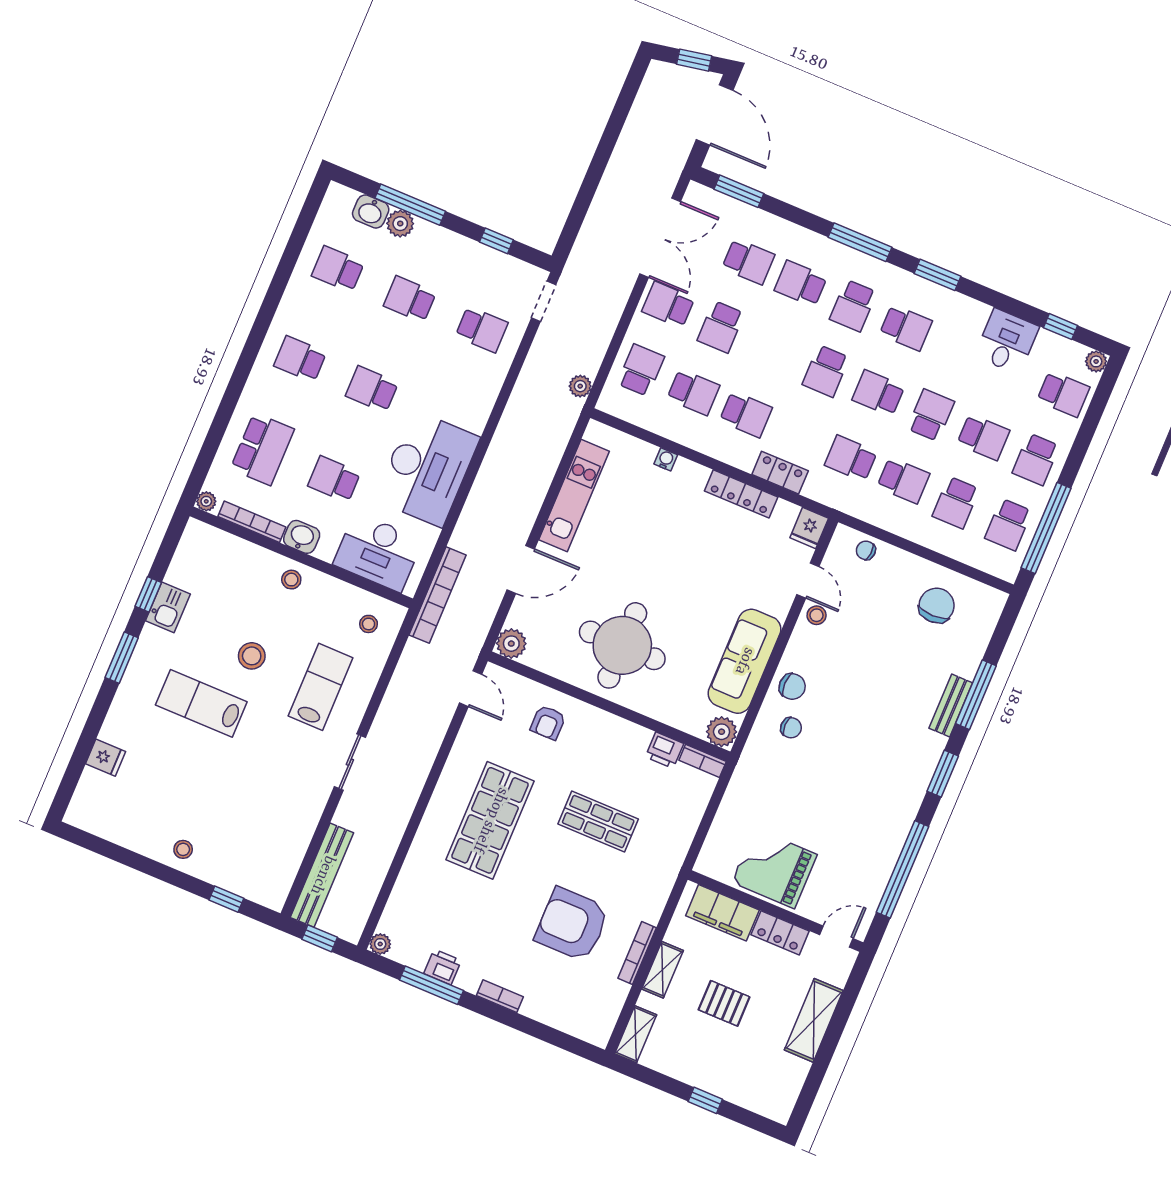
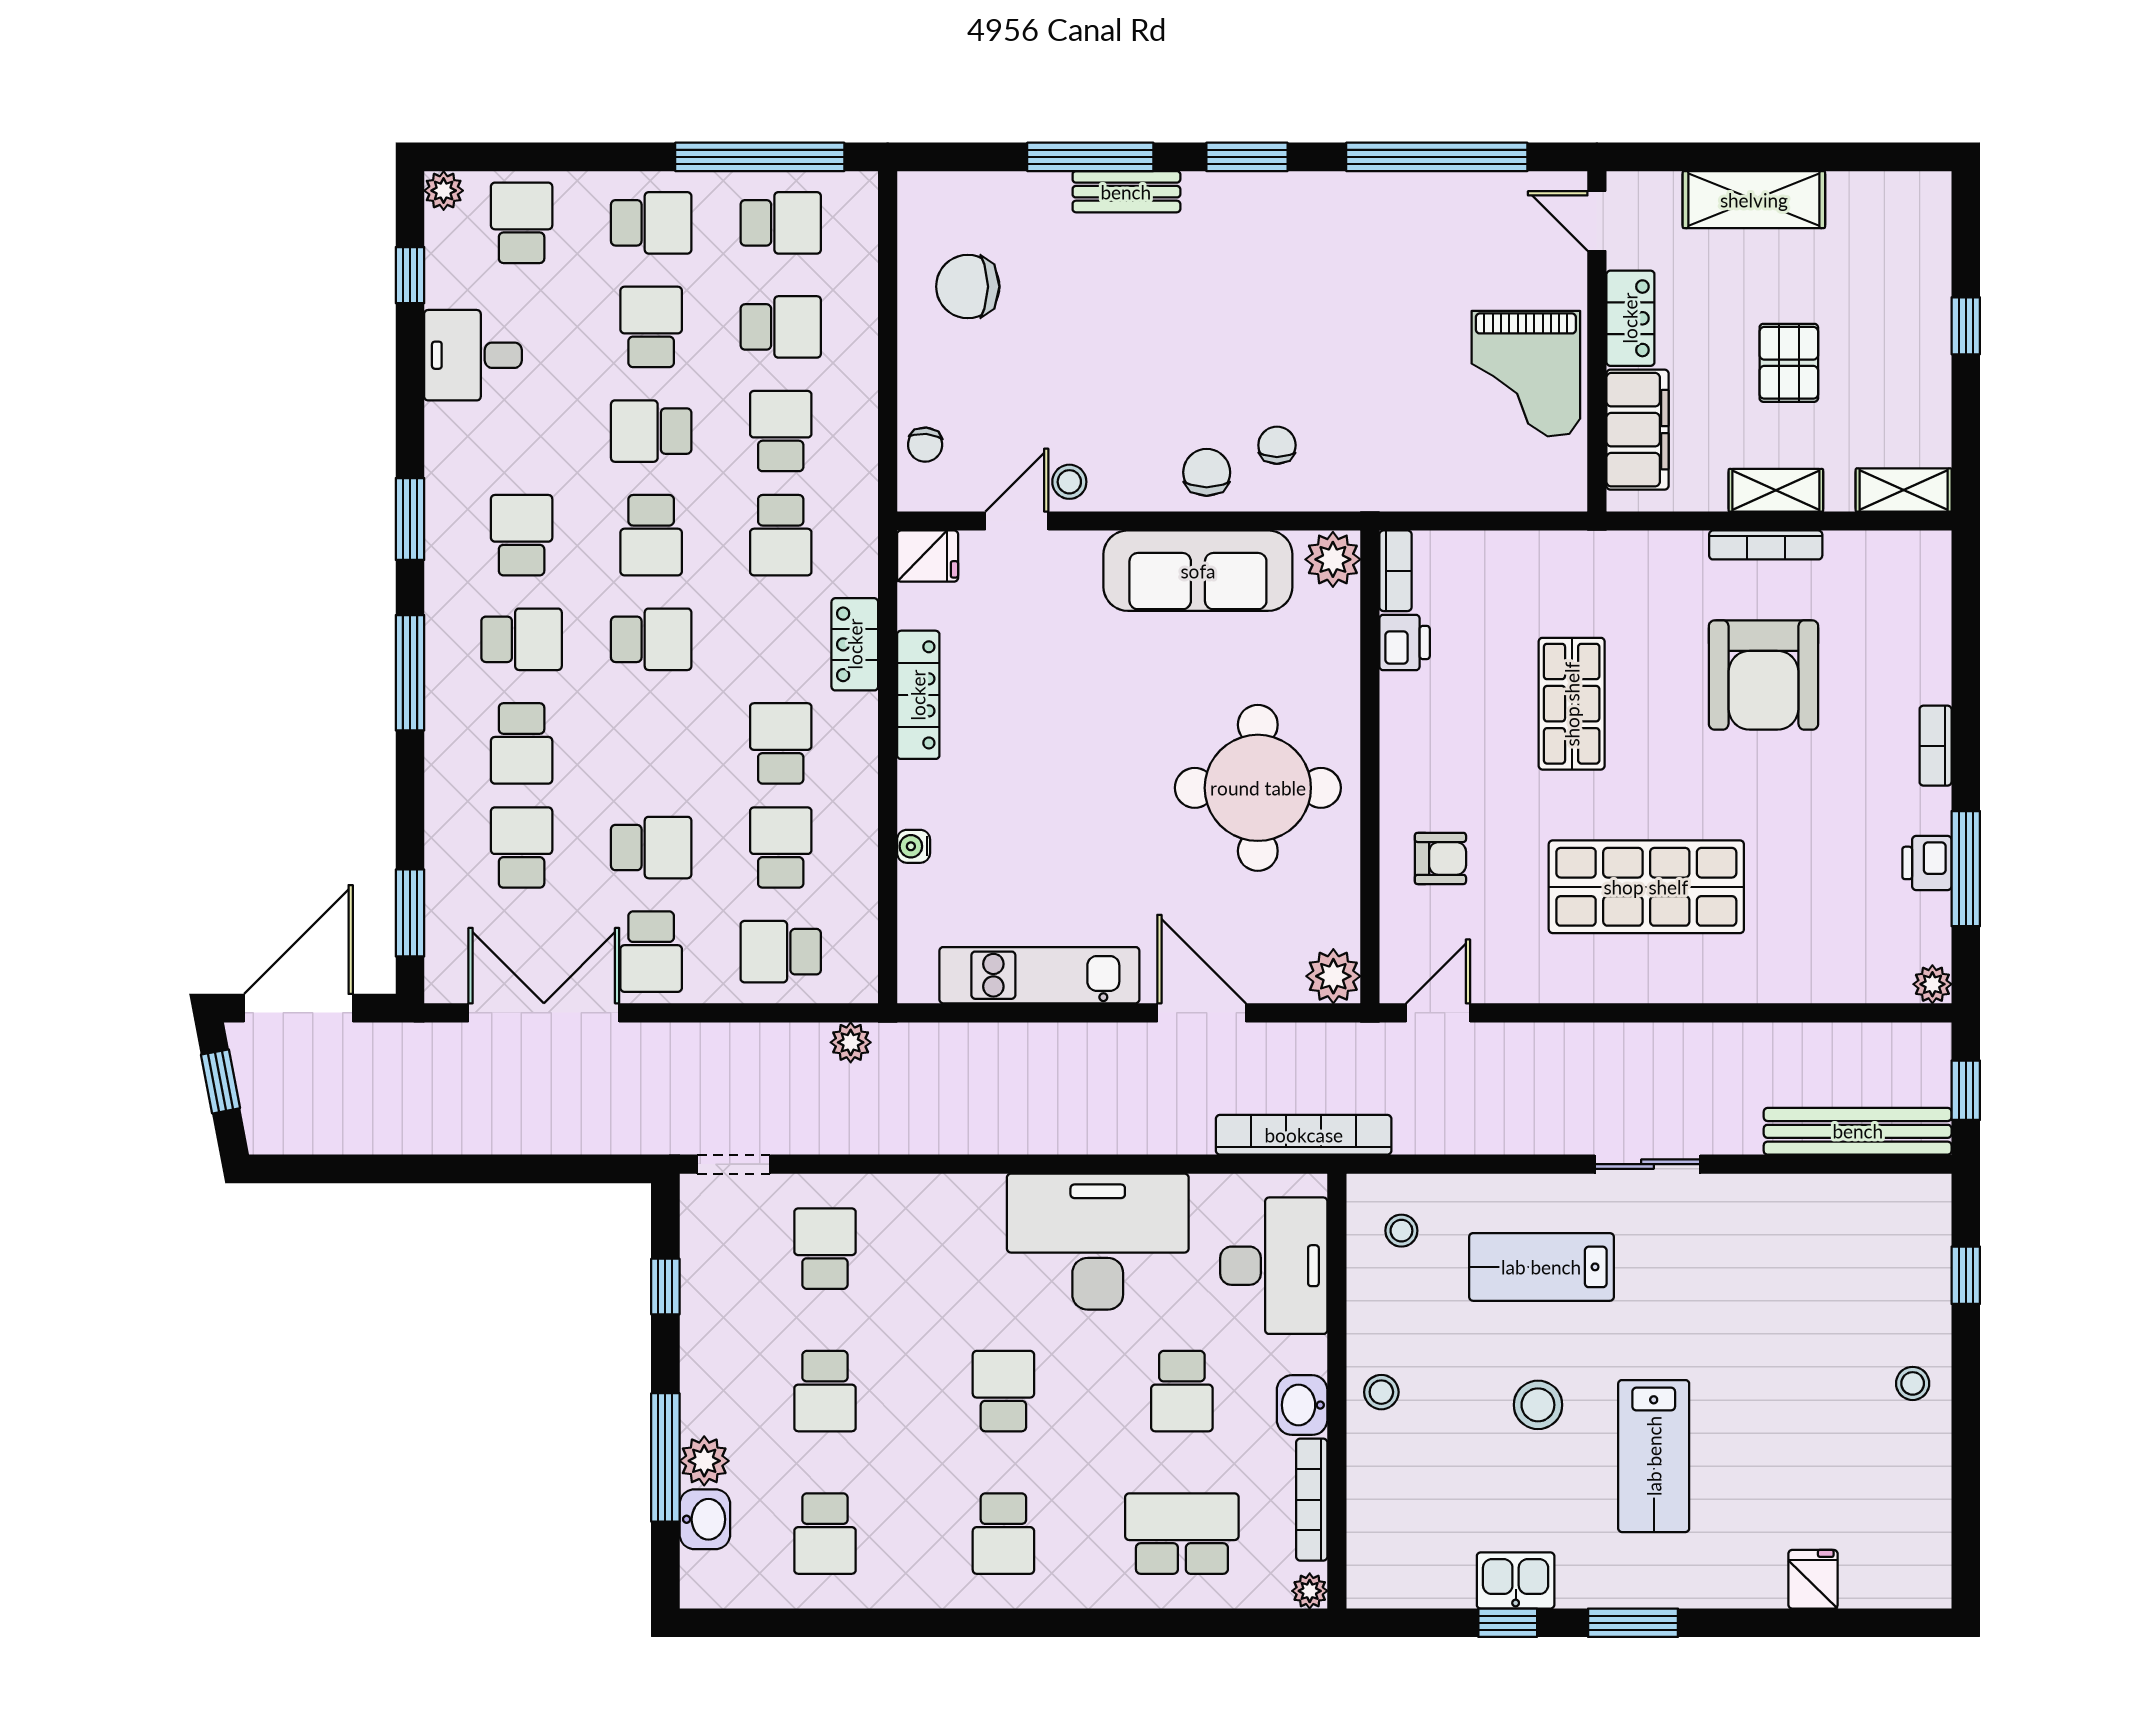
school desk: (372, 389) -> (1003, 1391), turned 180

